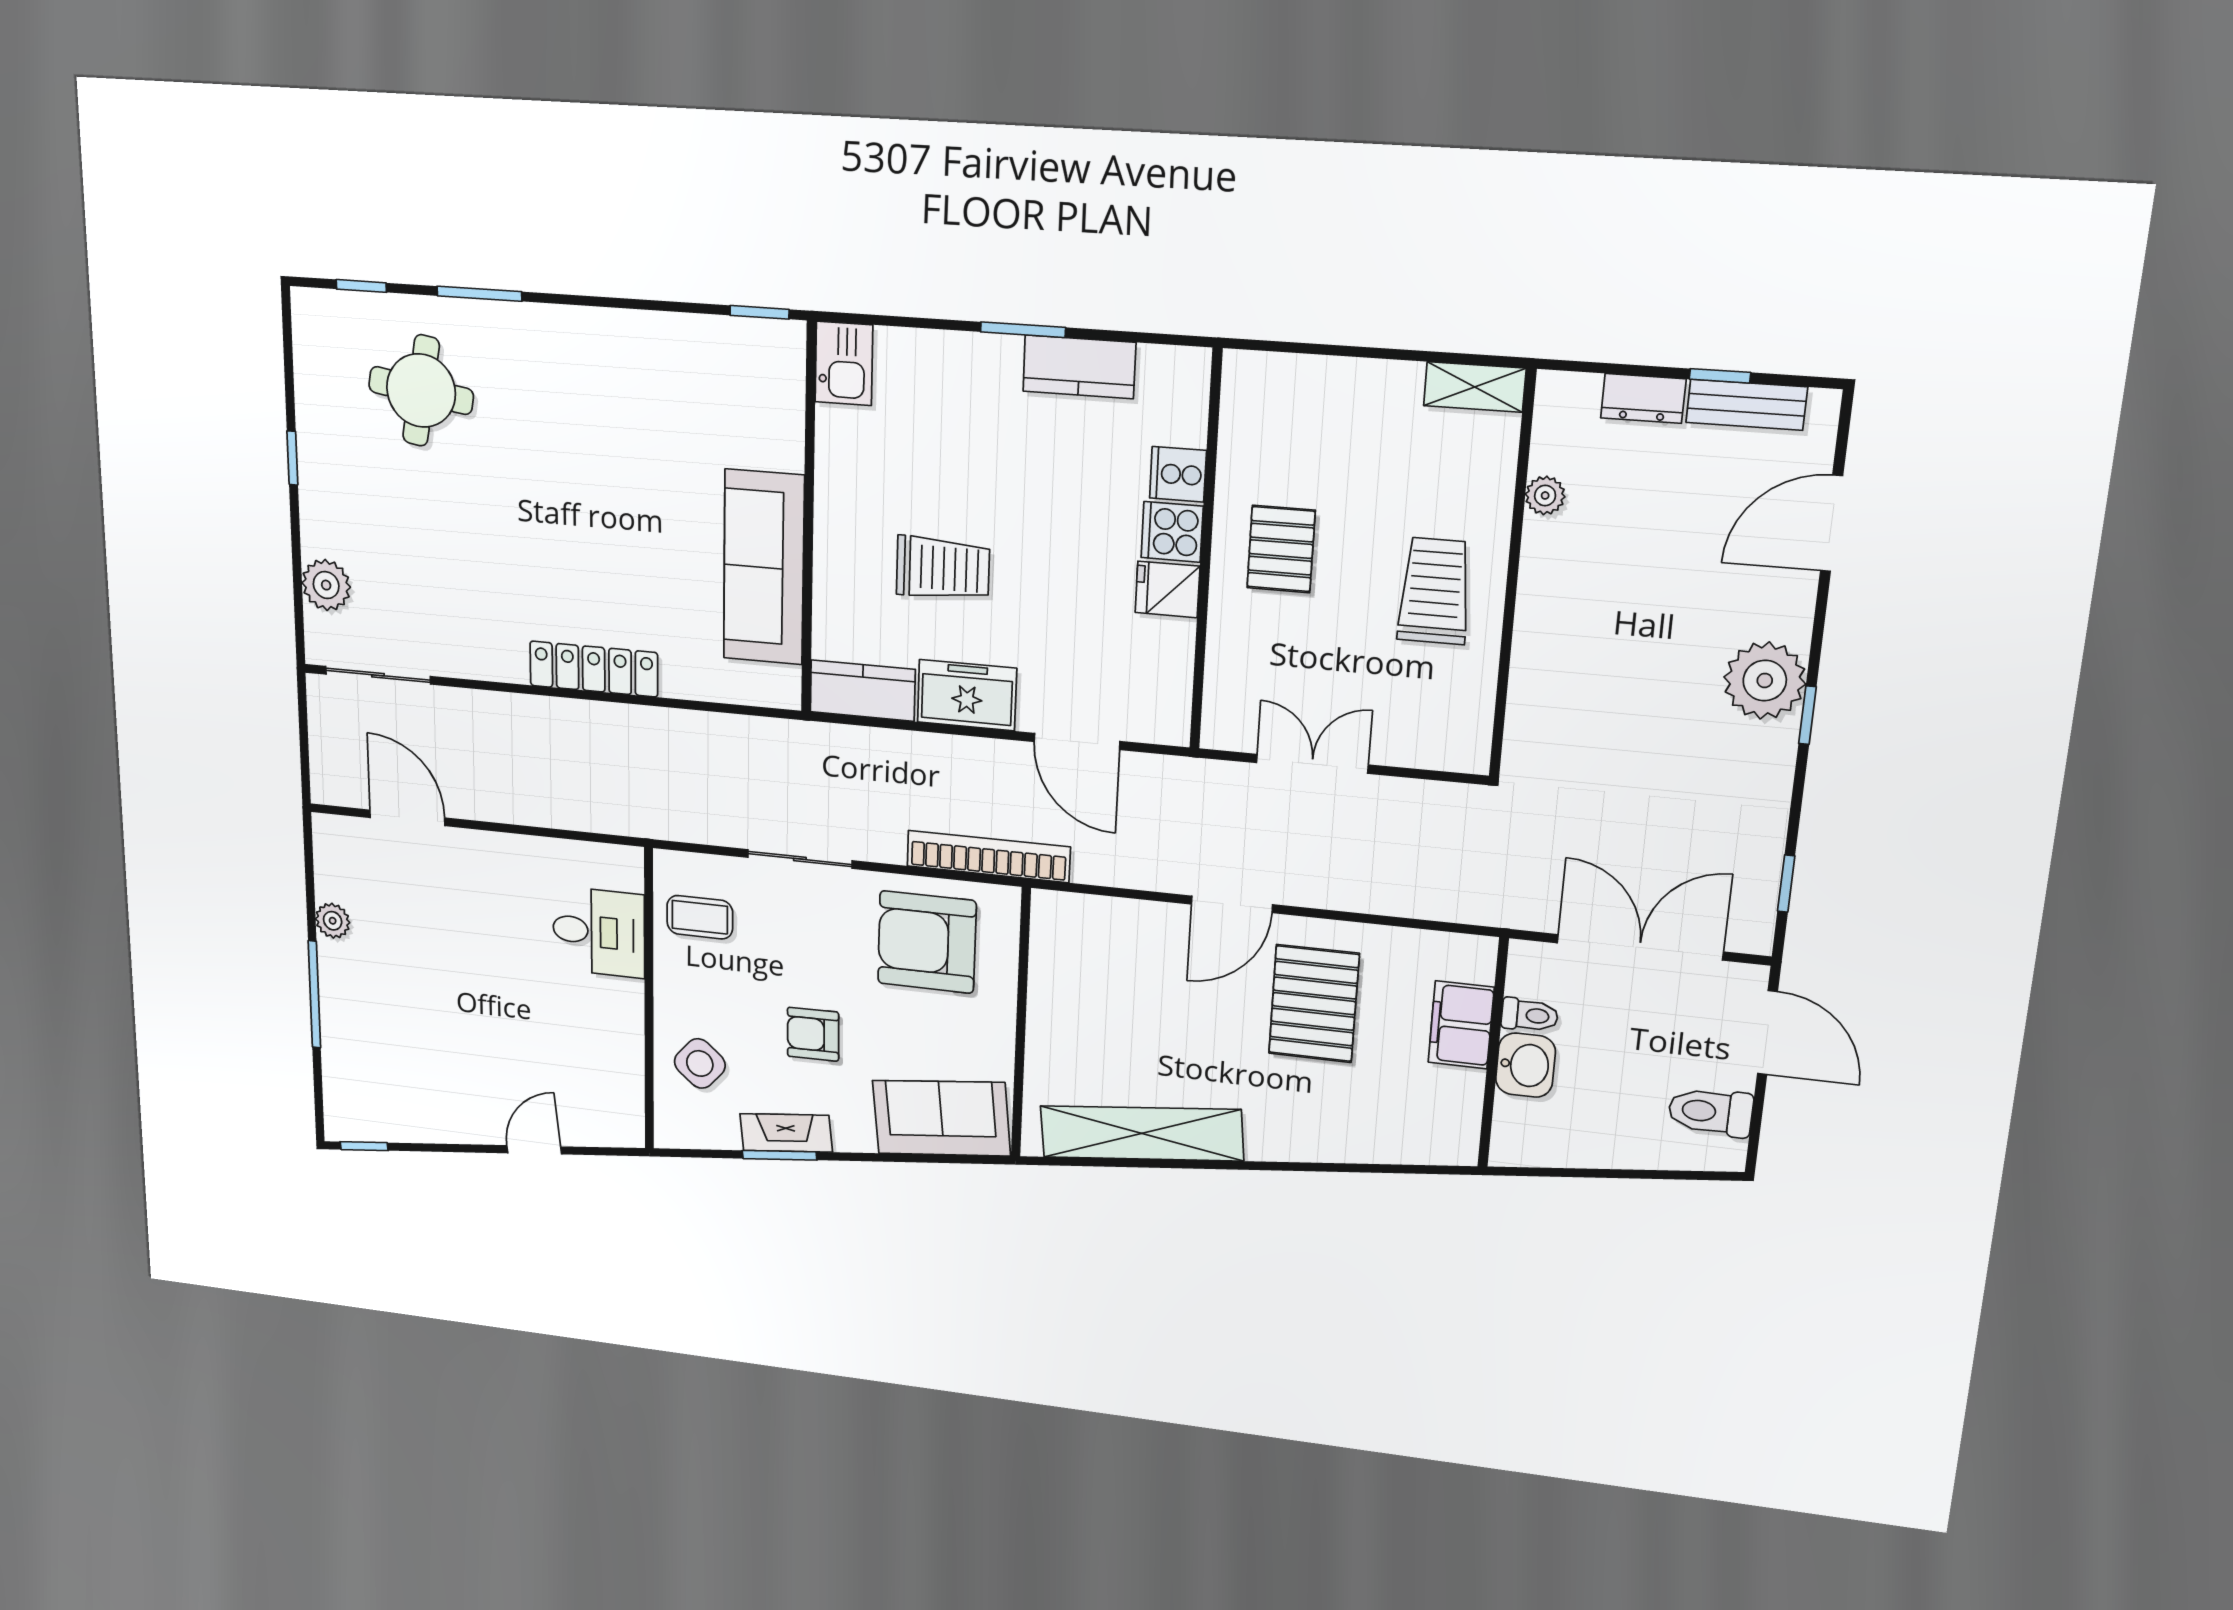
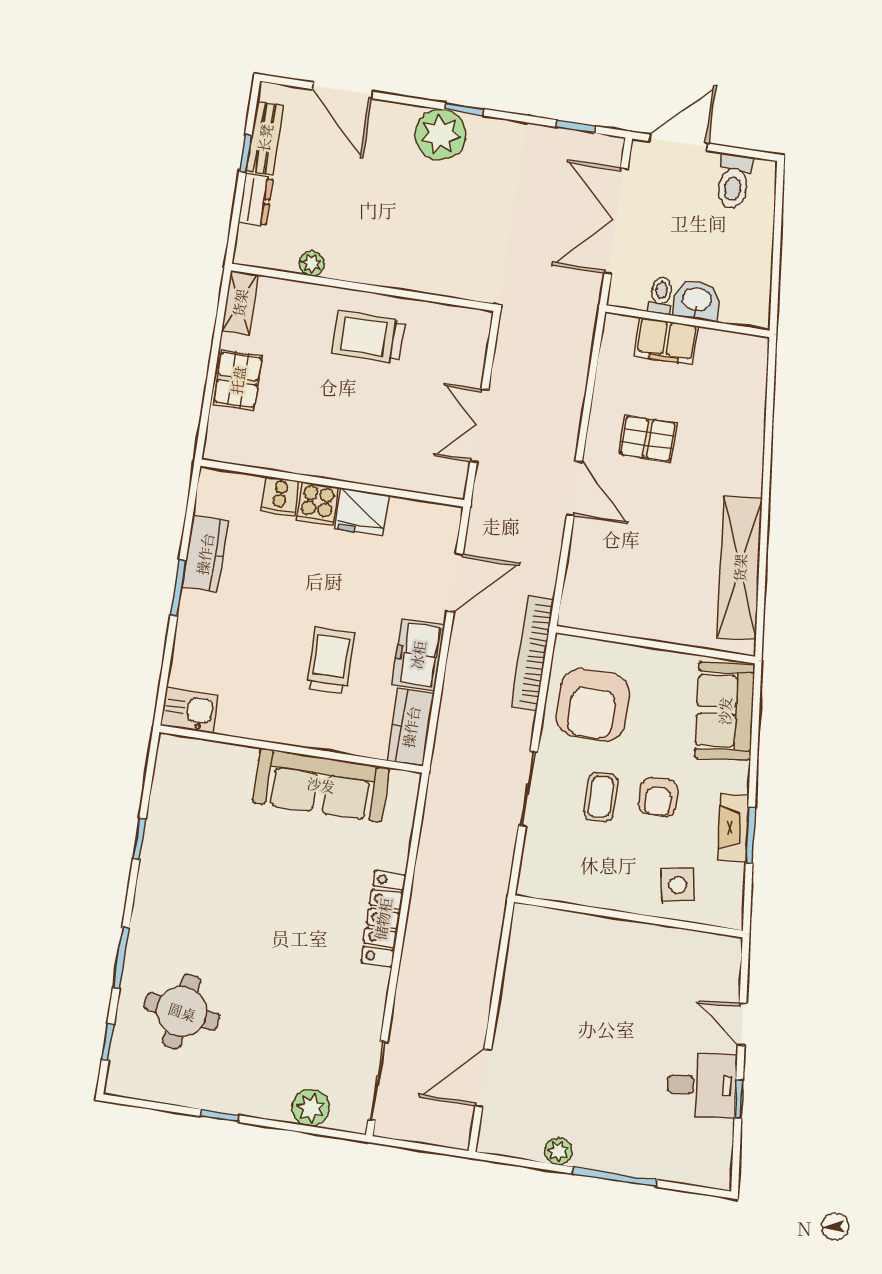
window: (759, 312) -> (139, 839), moved
pallet: (1281, 549) -> (238, 380), moved, turned 90
fridge: (1167, 589) -> (362, 512), width x1.38
coffee table: (700, 917) -> (601, 797), moved
desk: (599, 932) -> (702, 1085), moved, turned 84
pallet: (1314, 1004) -> (648, 439), width x0.67, depth x0.71
side table: (700, 1063) -> (678, 885), turned 38
window: (364, 1146) -> (739, 1099), moved

